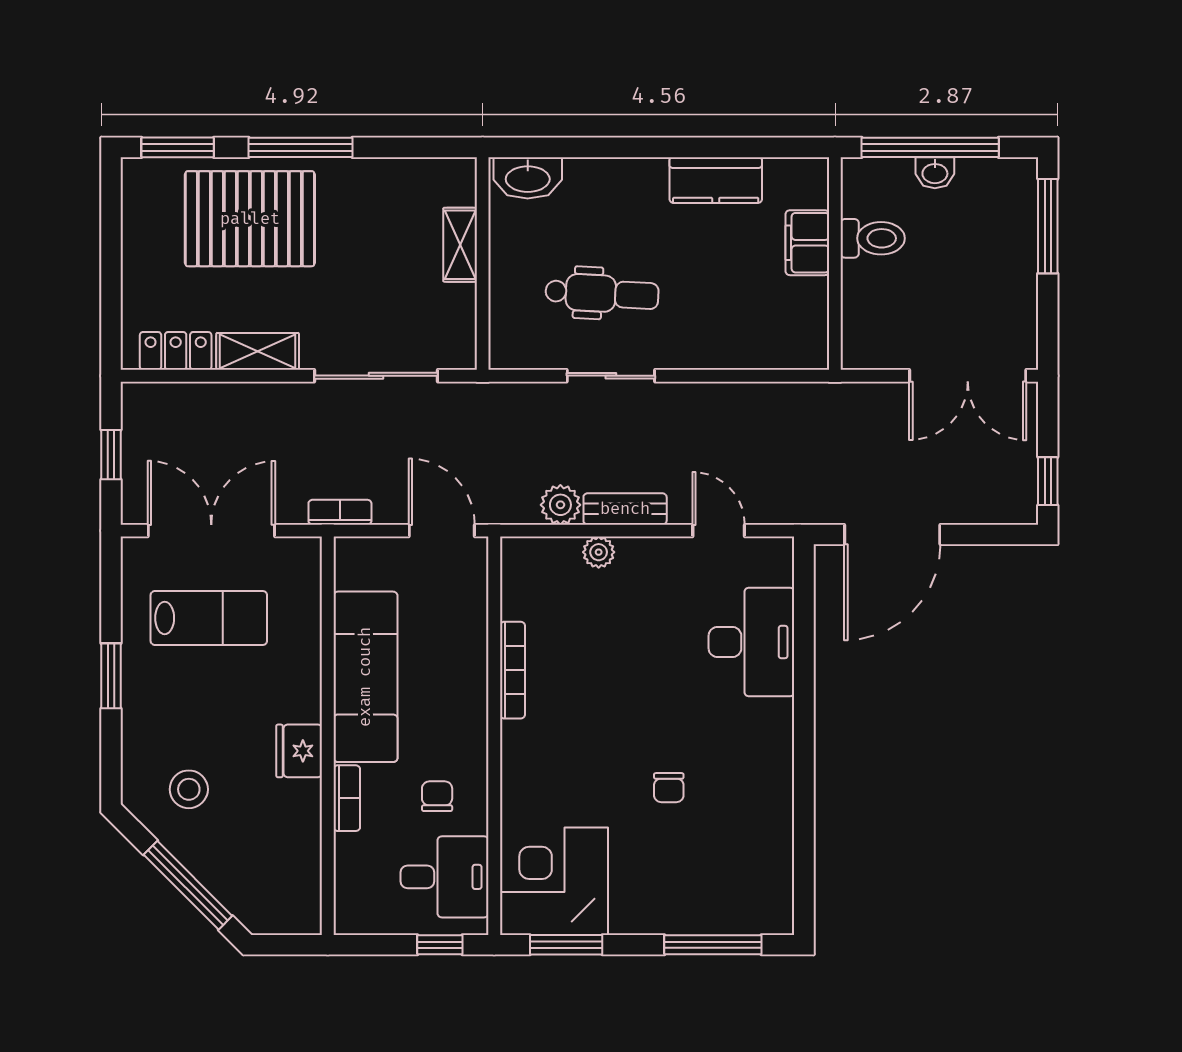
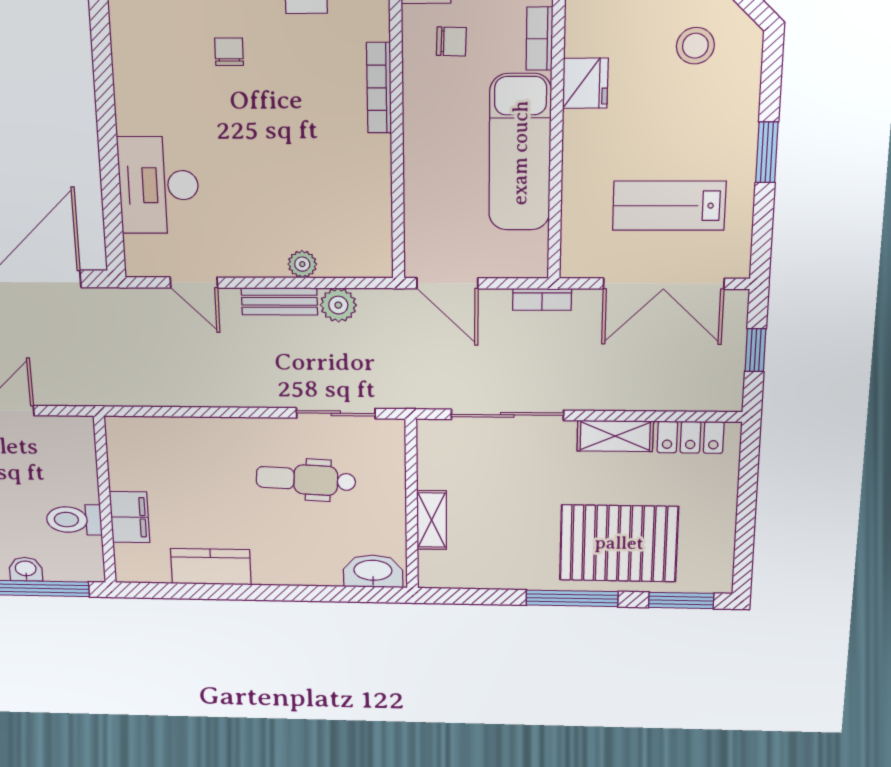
sliding door: (611, 376) -> (336, 413), moved
bookcase: (512, 670) -> (379, 88), moved
chair: (437, 796) -> (451, 41), turned -88

